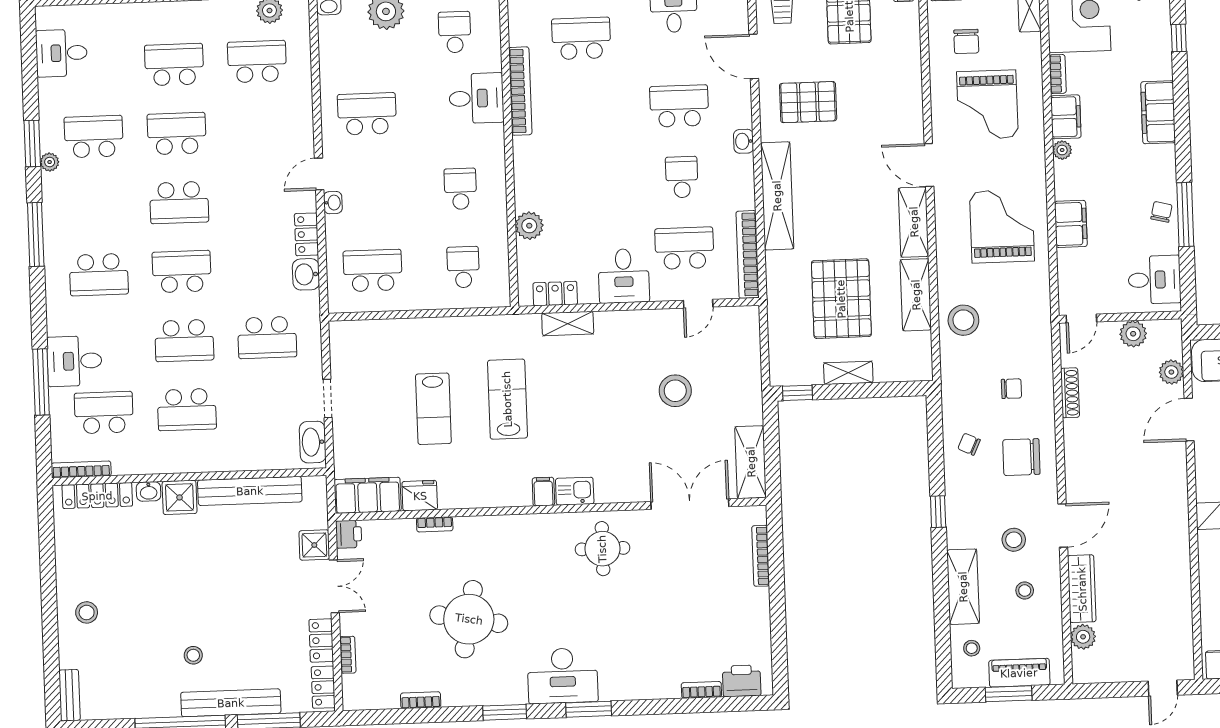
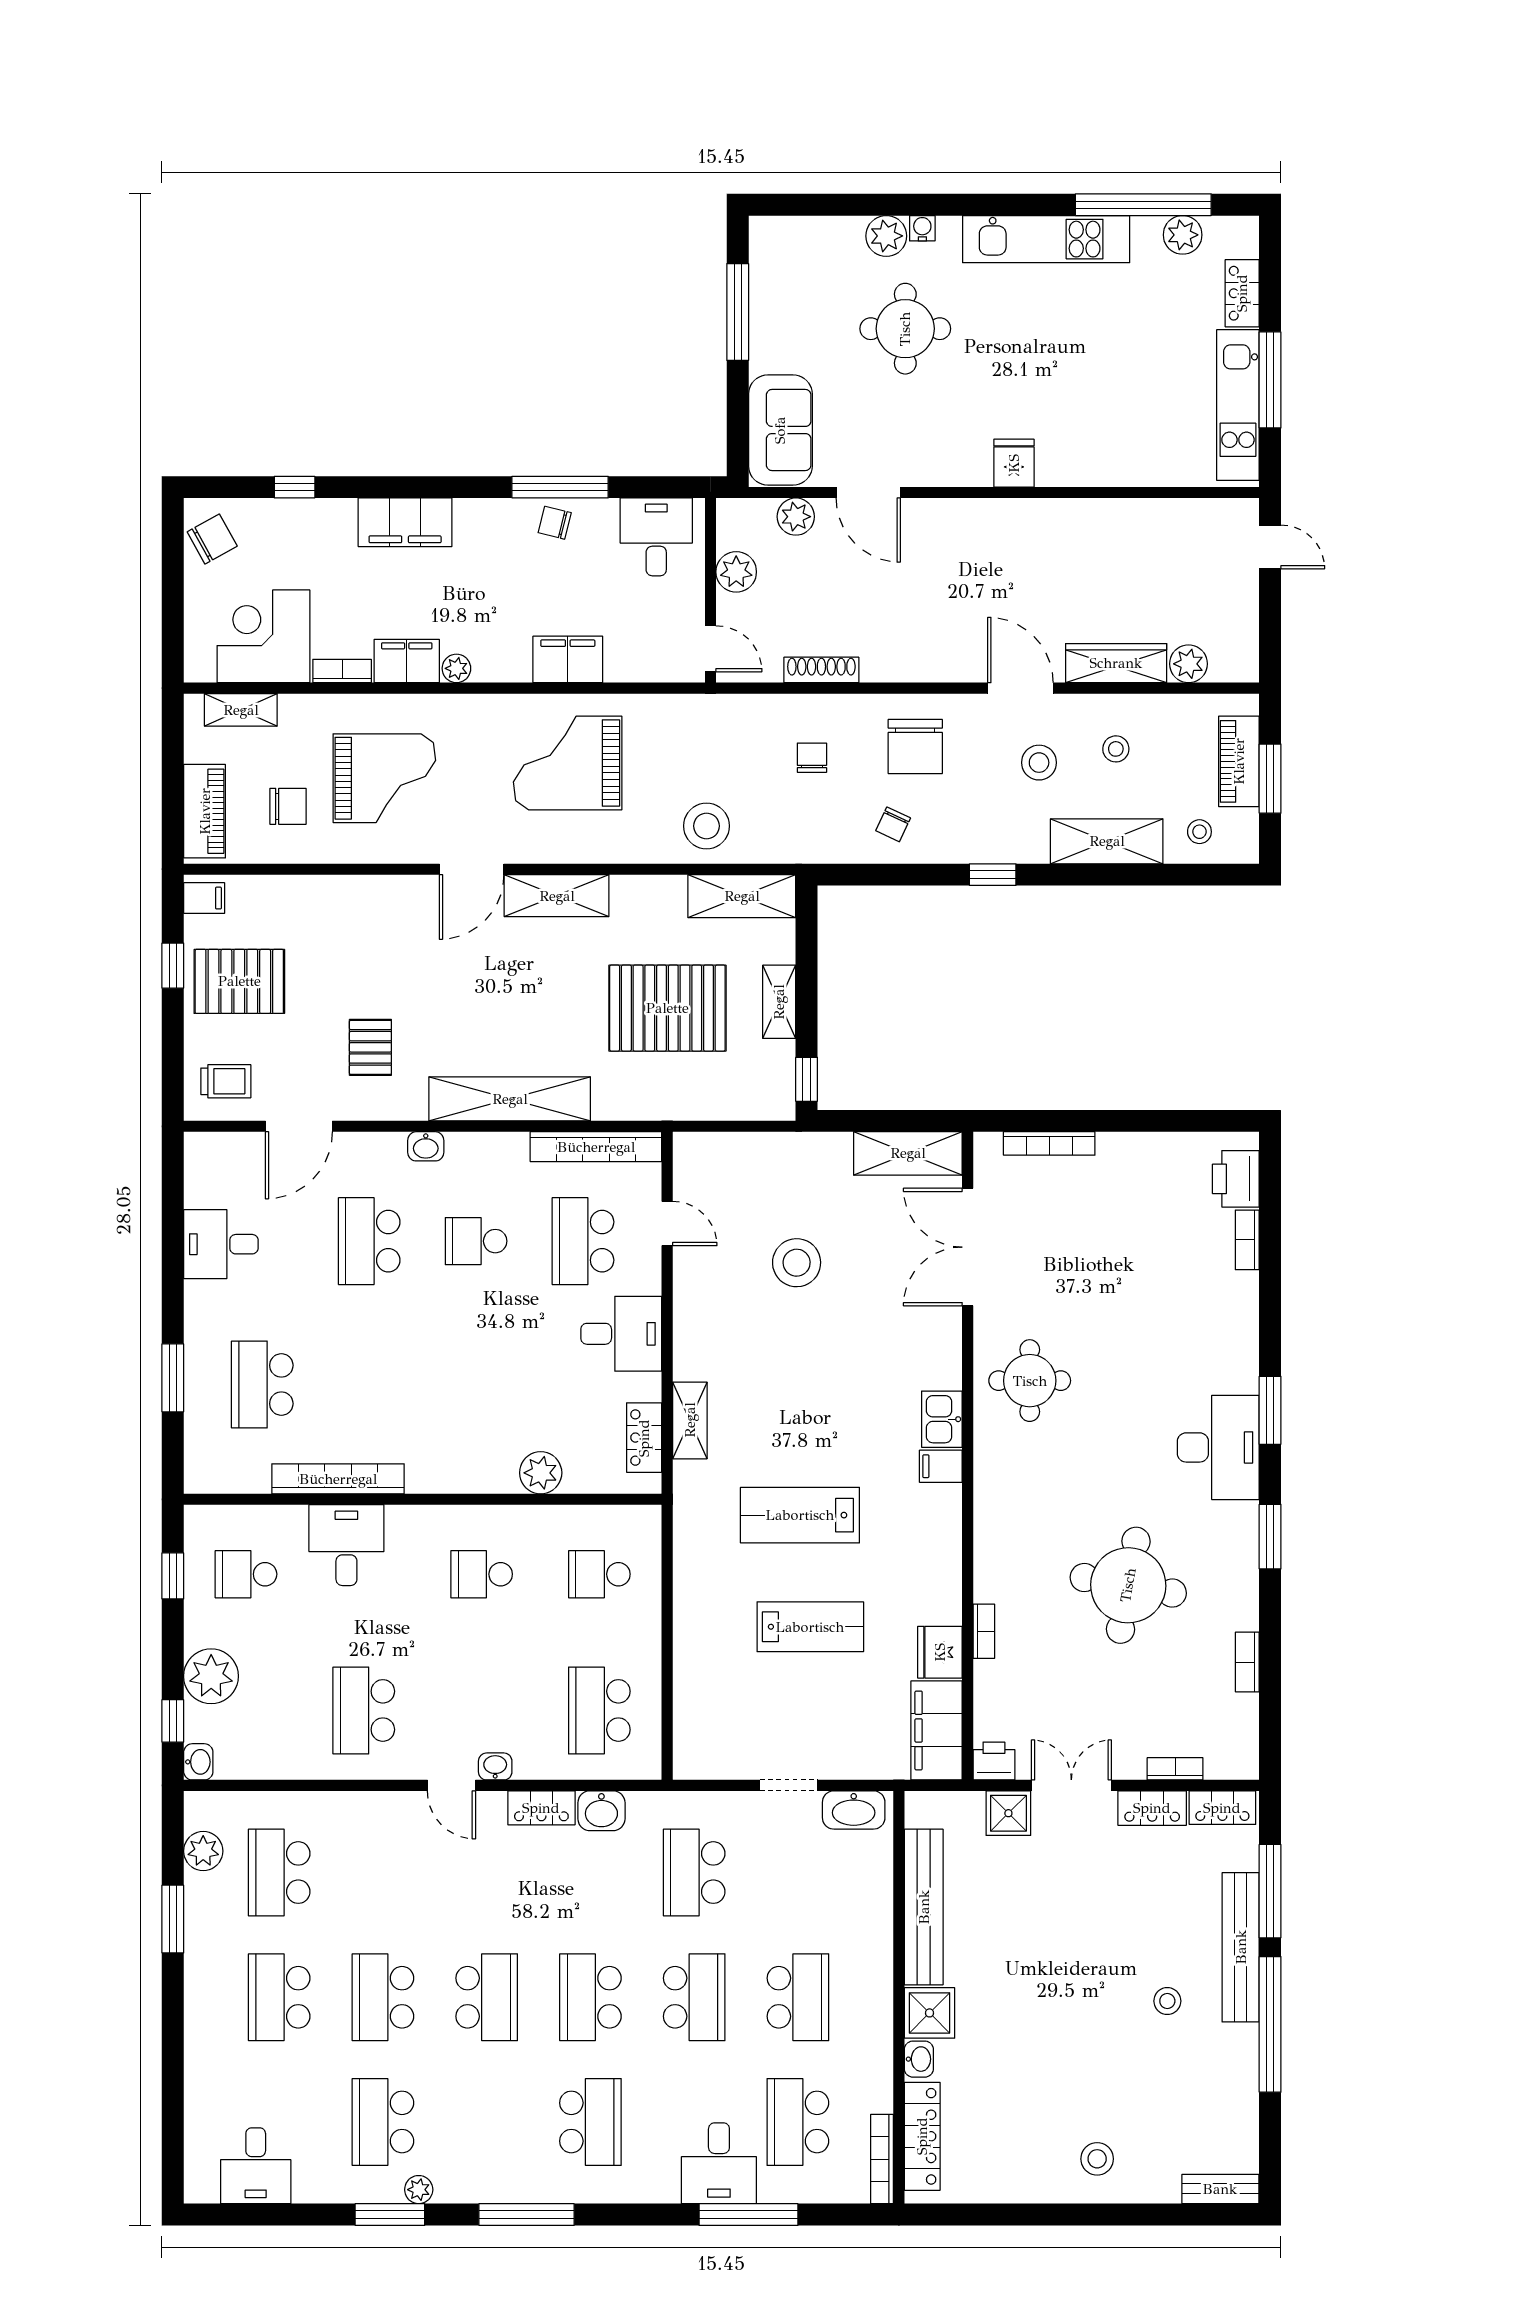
pallet: (808, 102) -> (370, 1047), width x0.67, depth x0.71
shelving: (916, 295) -> (742, 896), moved
school desk: (267, 337) -> (694, 1873), turned 180

